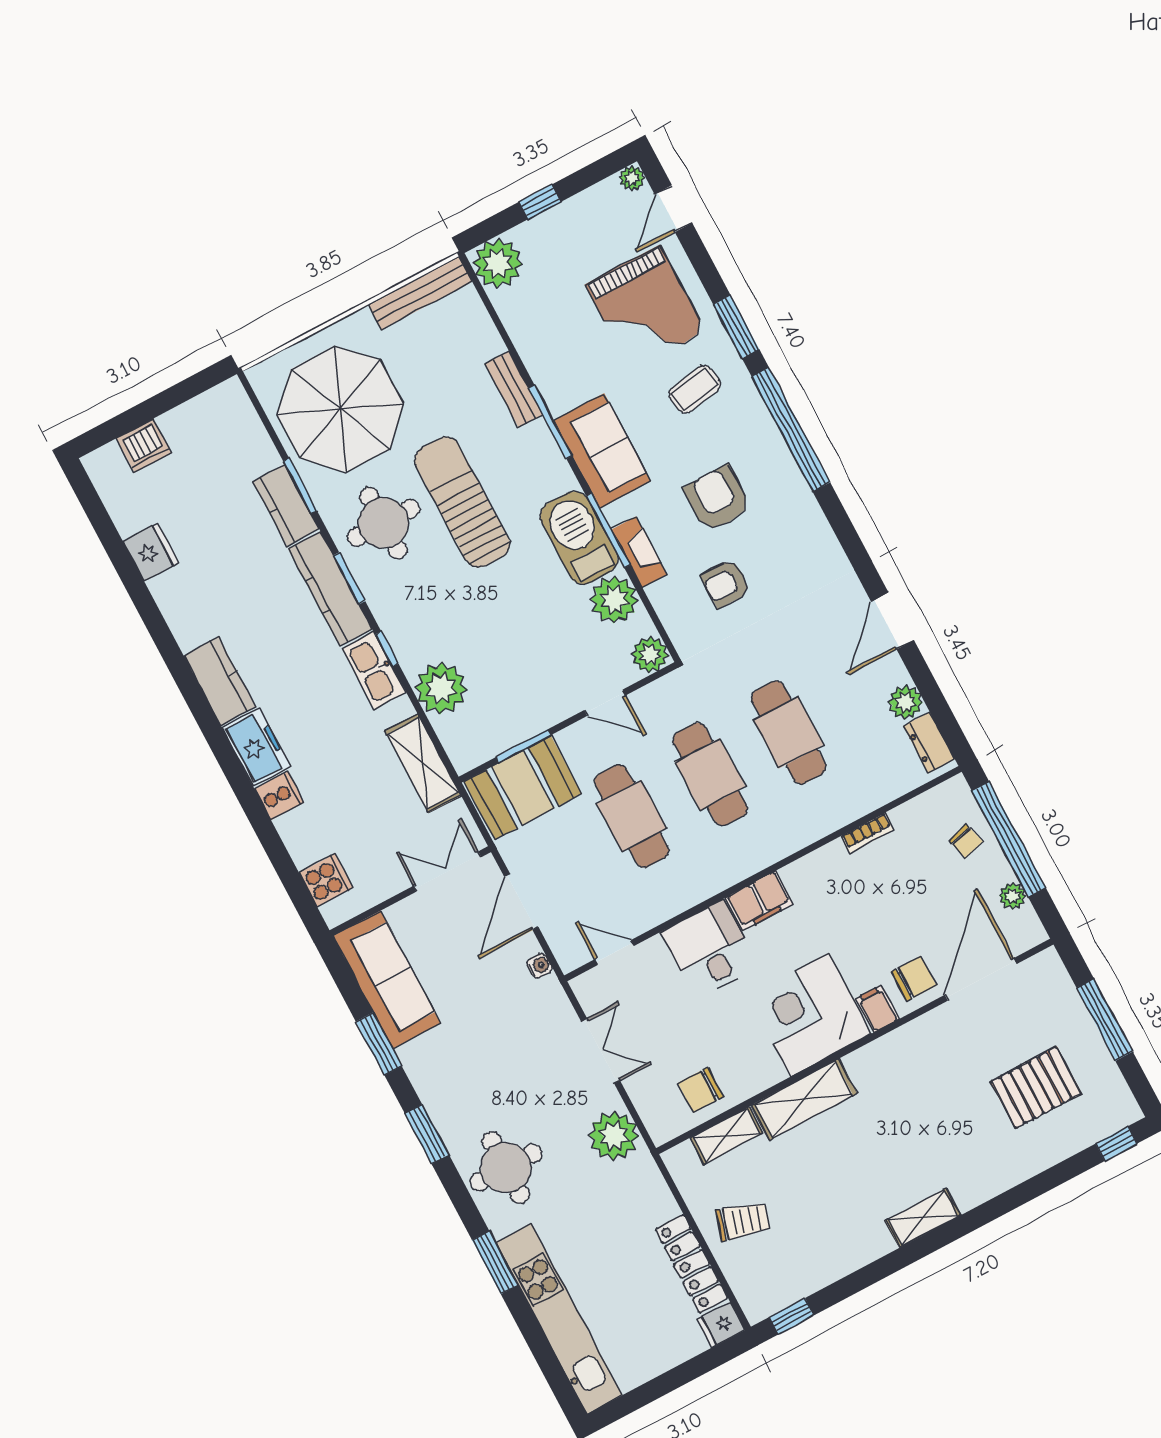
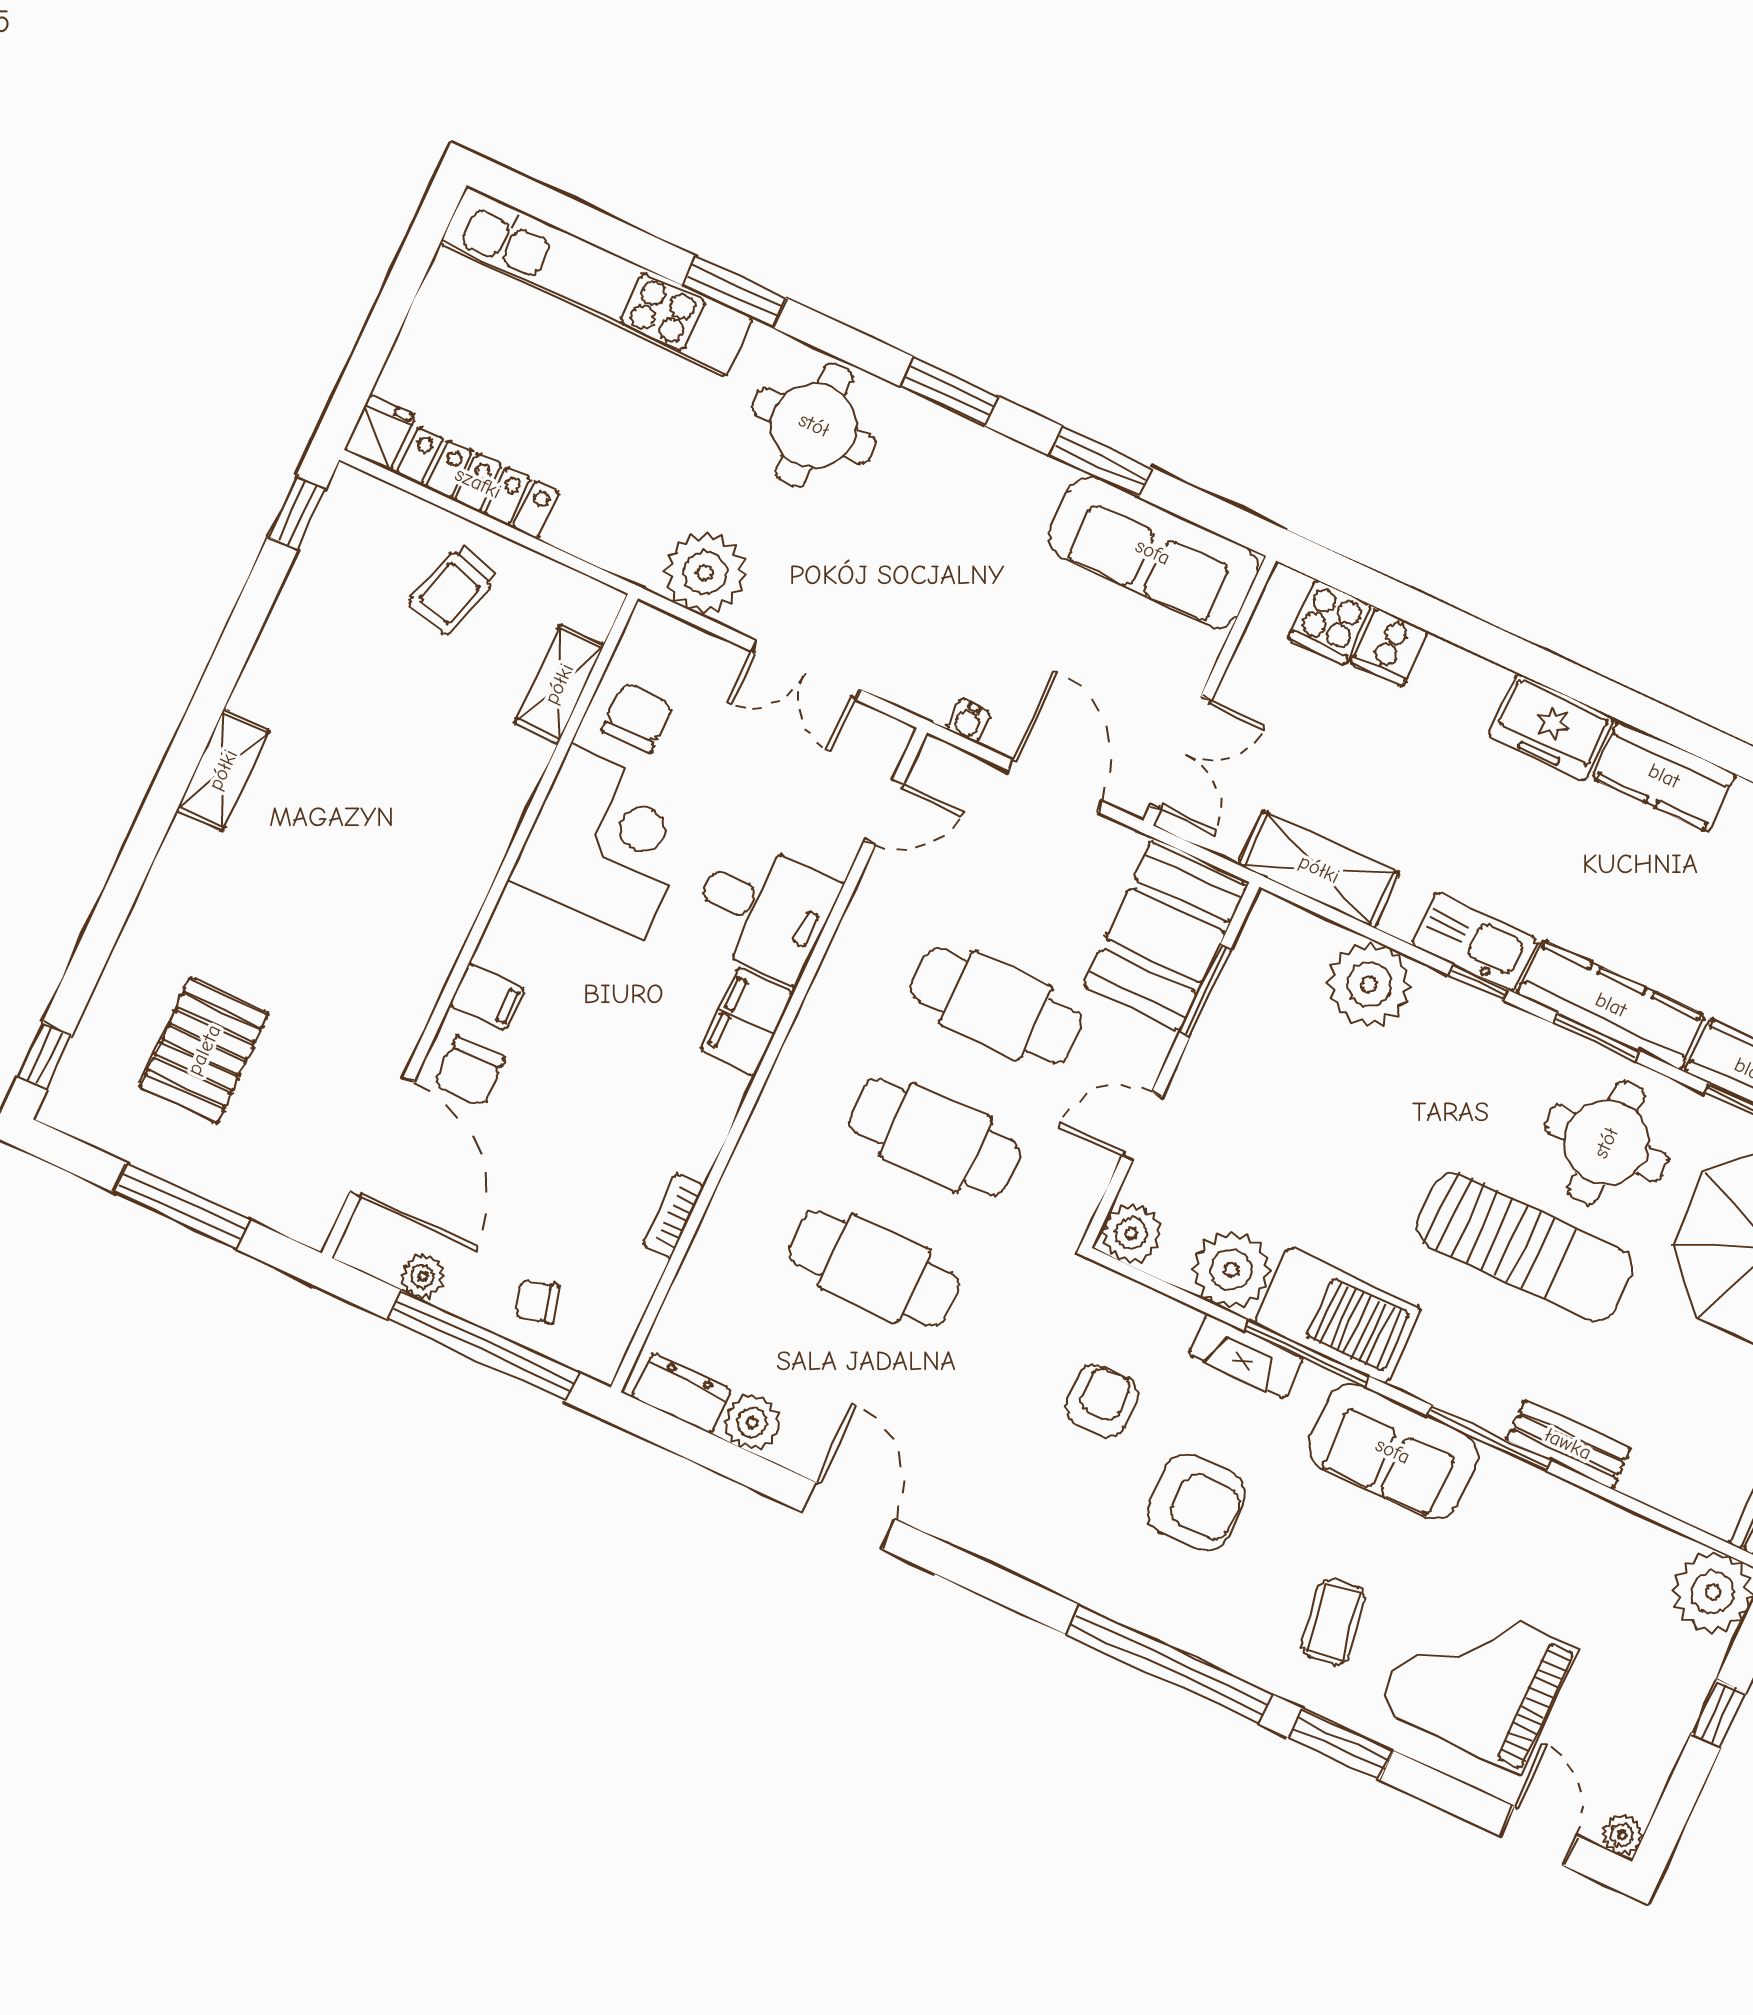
cooker: (279, 796) -> (1389, 647), moved
corner desk: (809, 1015) -> (607, 842), moved
shelving: (804, 1099) -> (494, 807), removed

